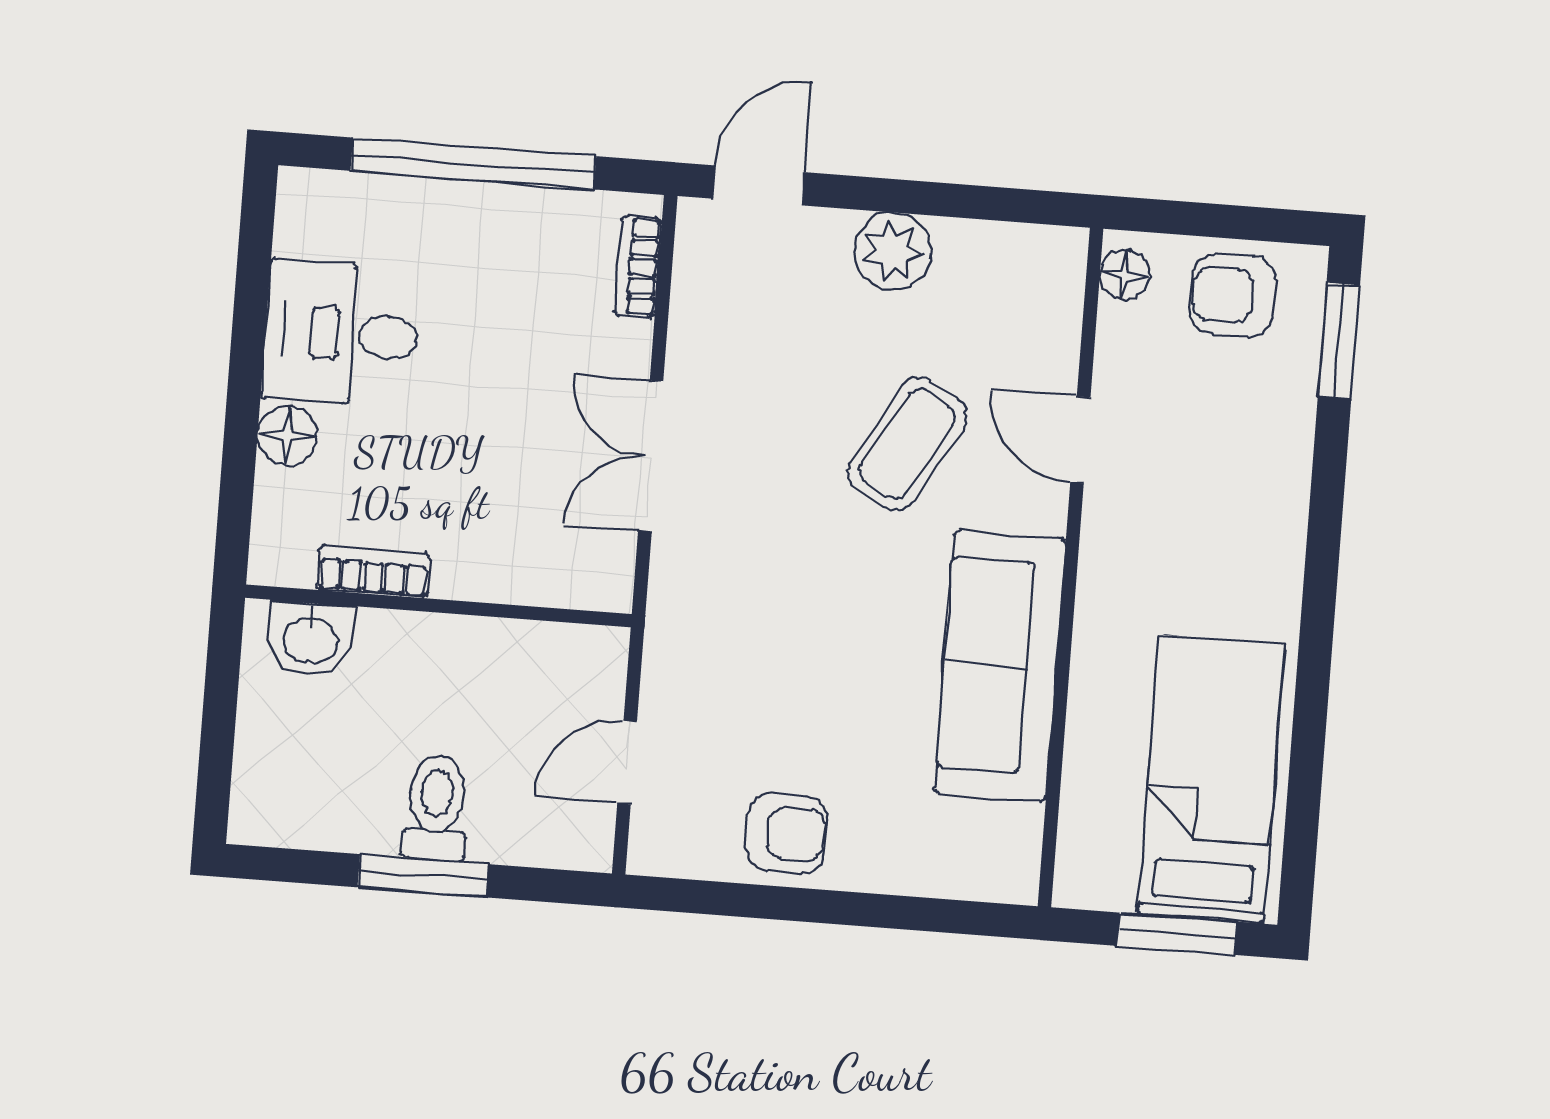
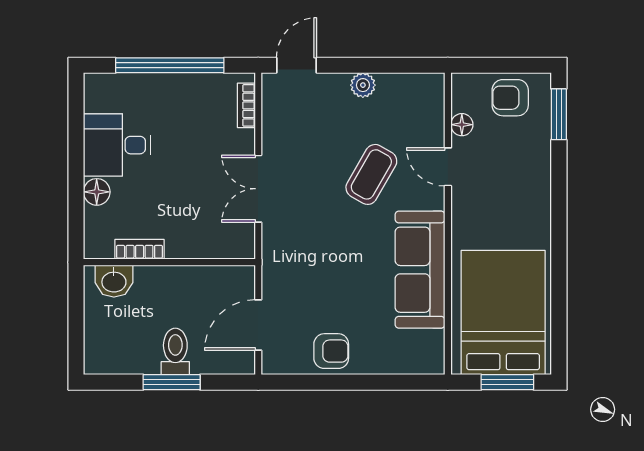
plant: (892, 251) -> (363, 85), width x0.73, depth x0.73
floor lamp: (1125, 275) -> (462, 125), moved
door: (627, 762) -> (258, 325), width x1.38
bed: (1211, 779) -> (503, 313), width x1.50

